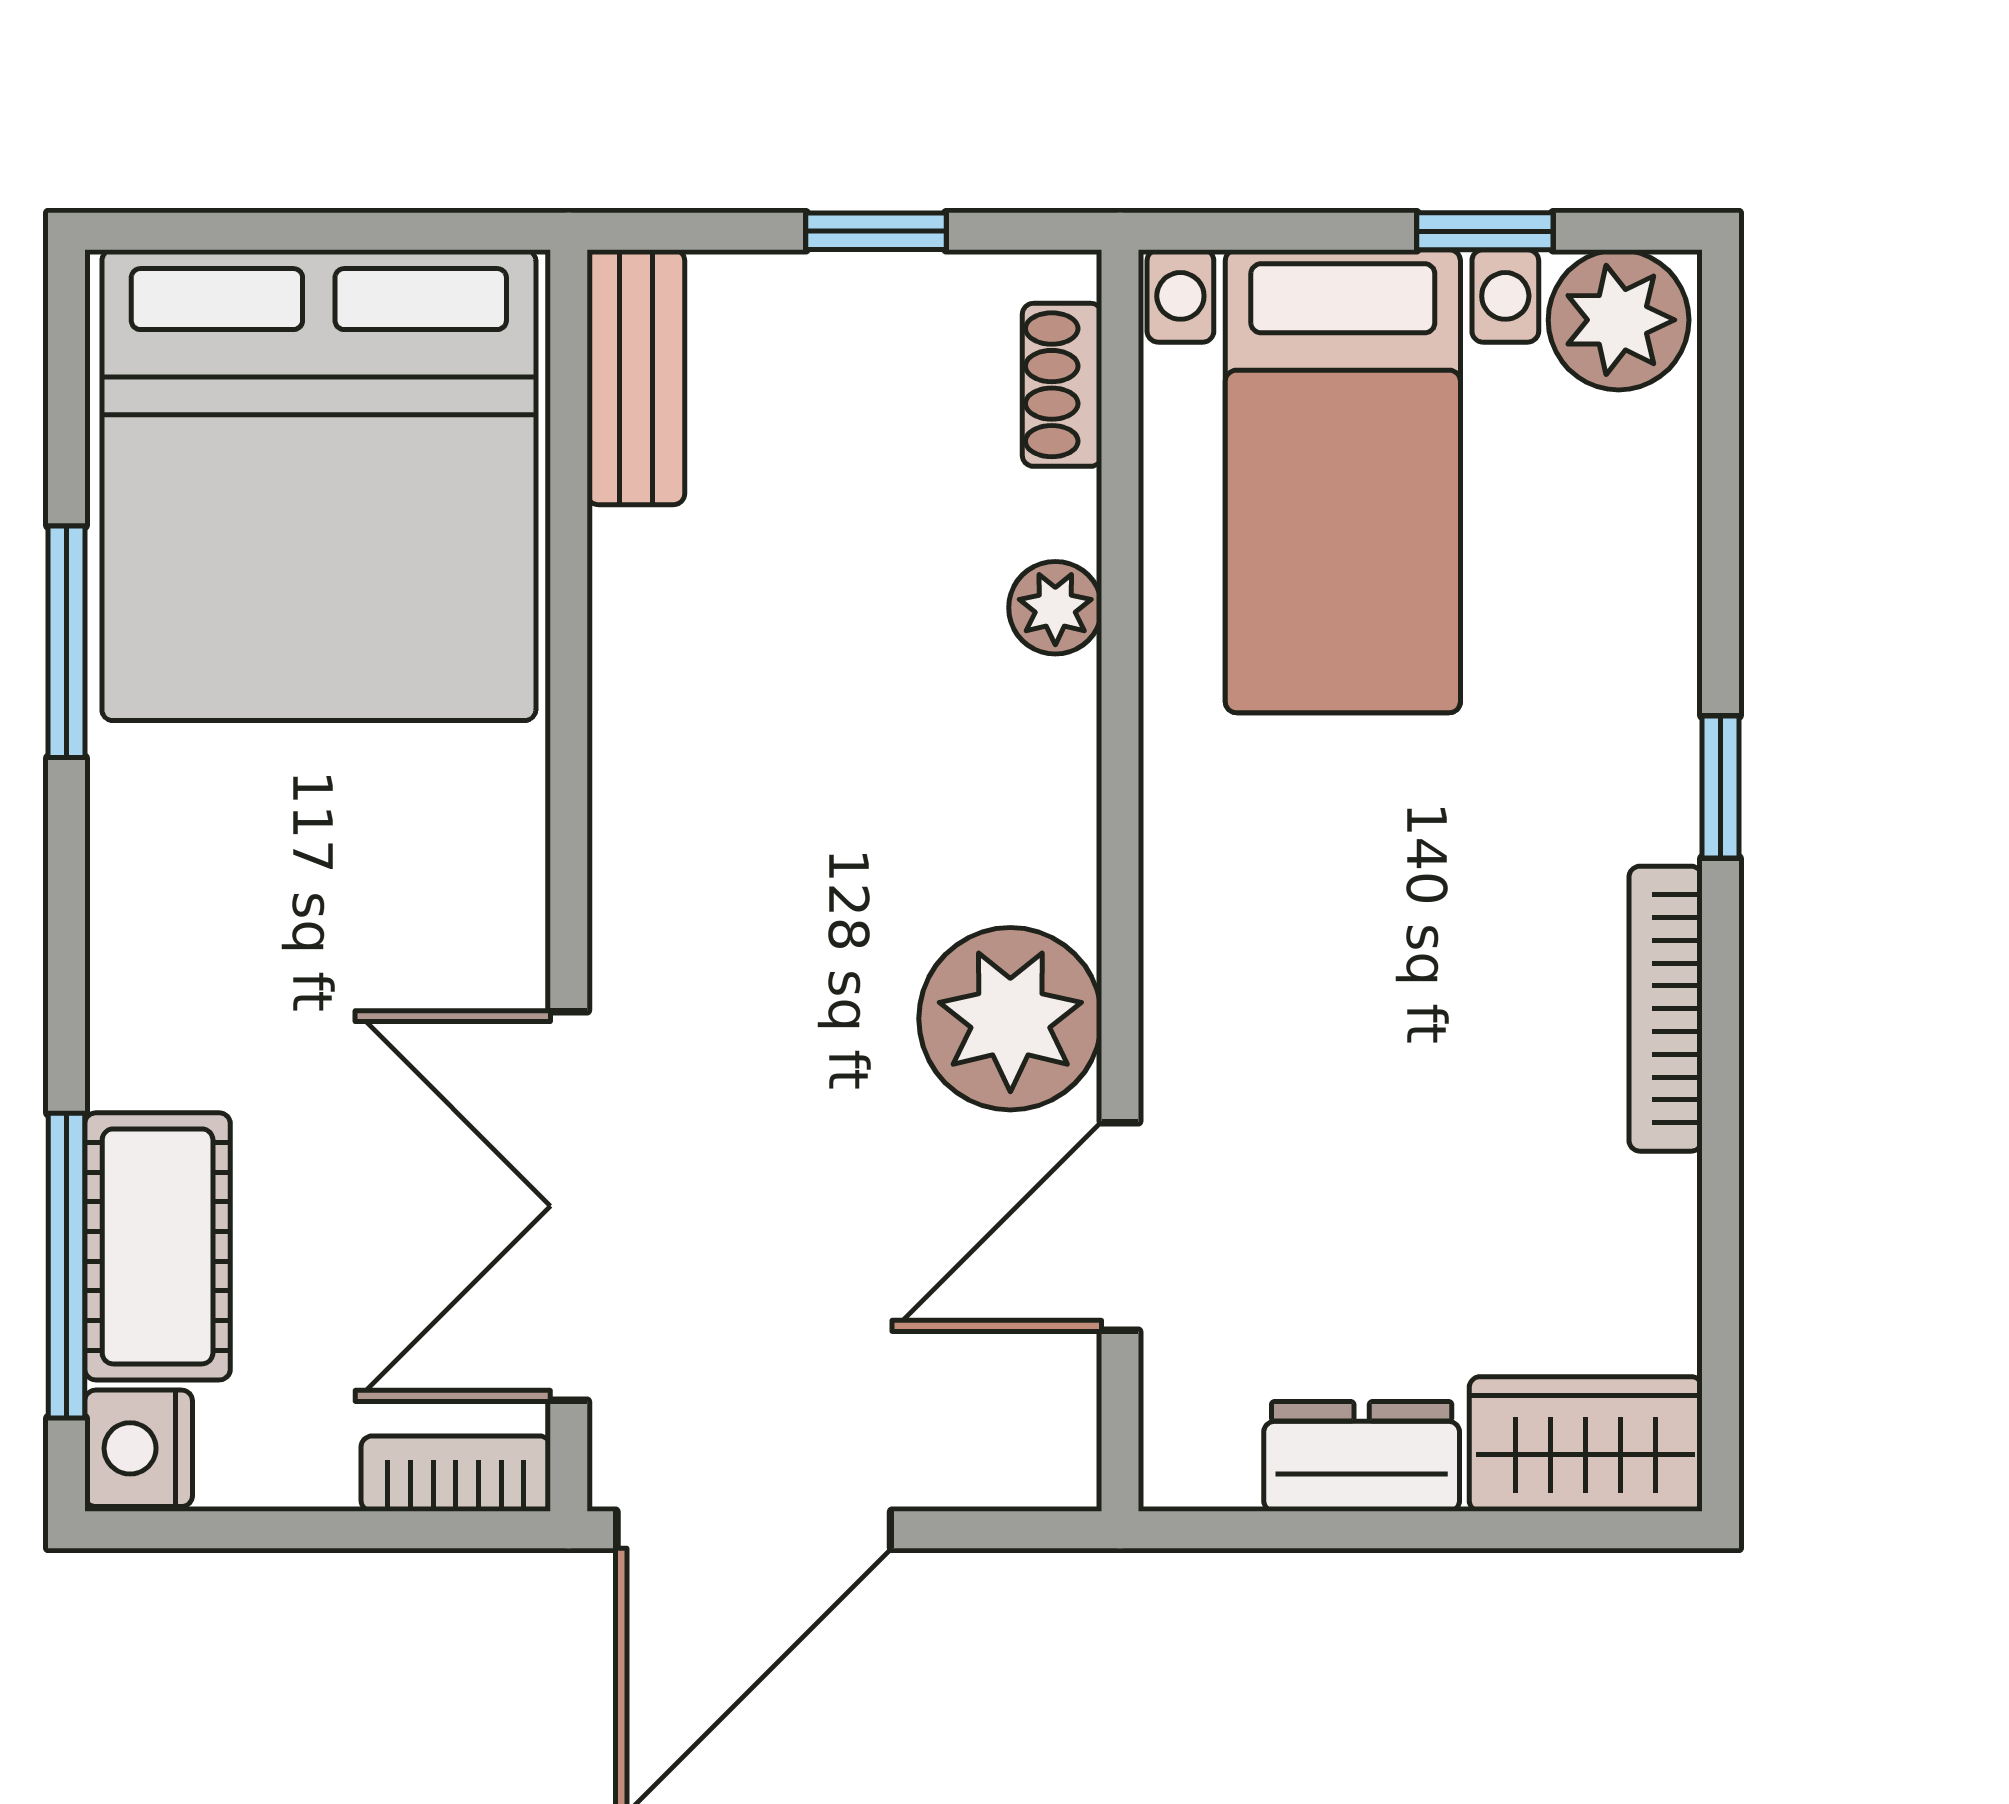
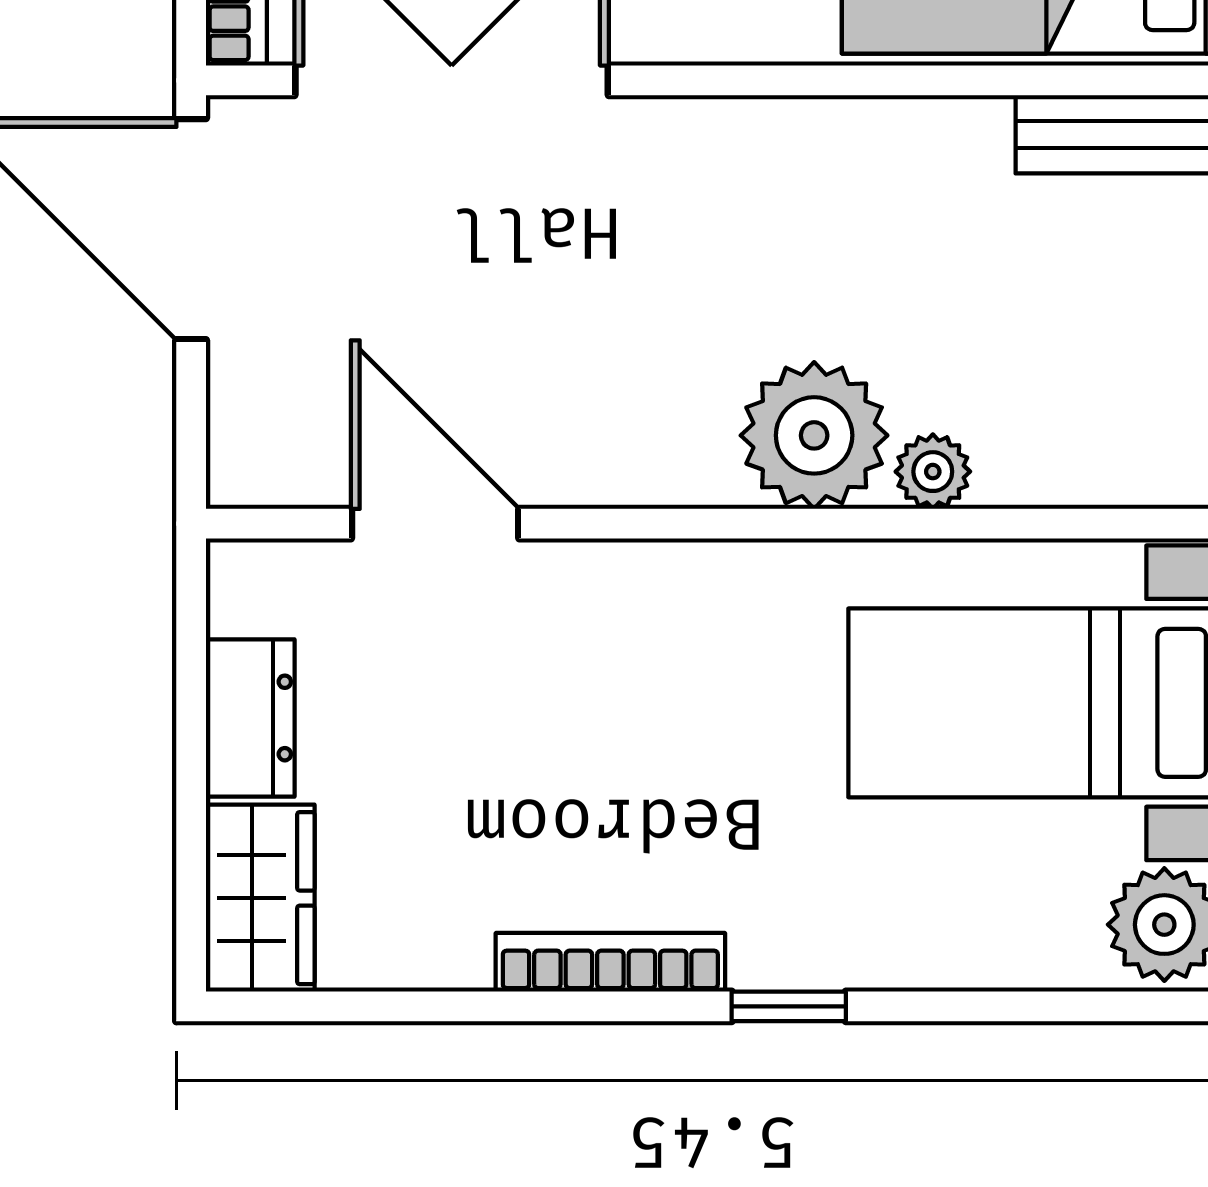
shoe rack: (1062, 385) -> (1112, 477), removed
plant: (1010, 1019) -> (814, 435), moved

